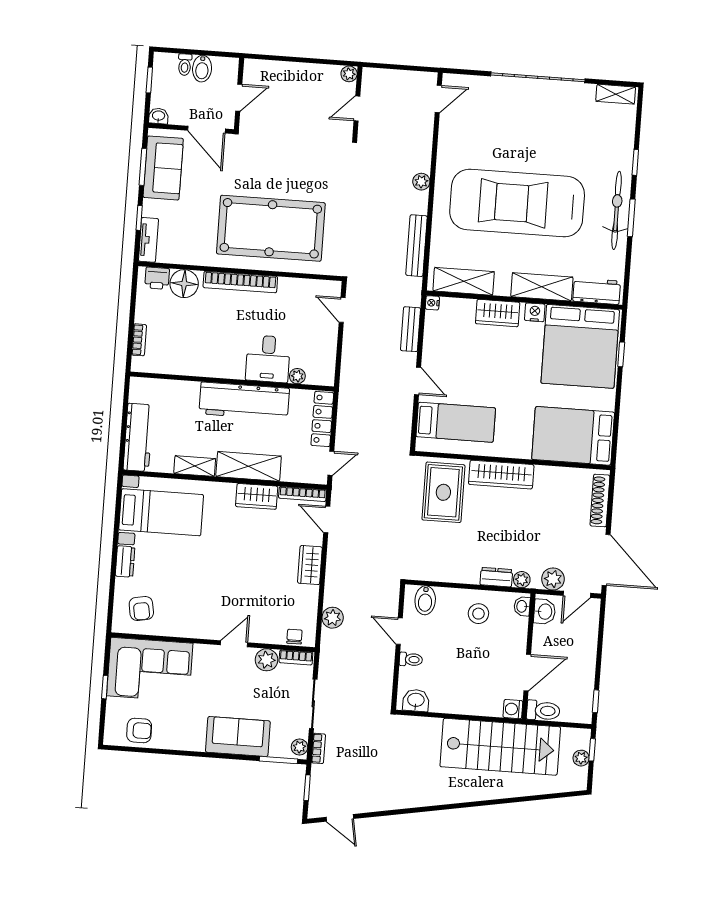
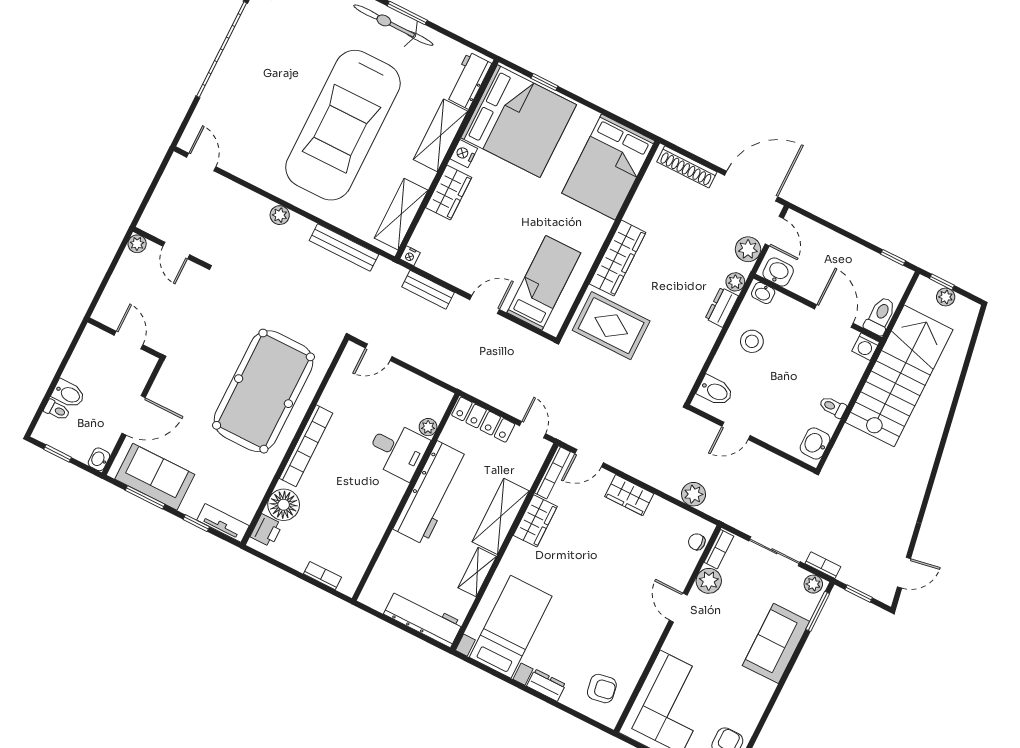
wall: (239, 94) -> (125, 338), moved
door: (239, 98) -> (128, 340), moved
toilet: (411, 659) -> (833, 407), moved, turned -90

